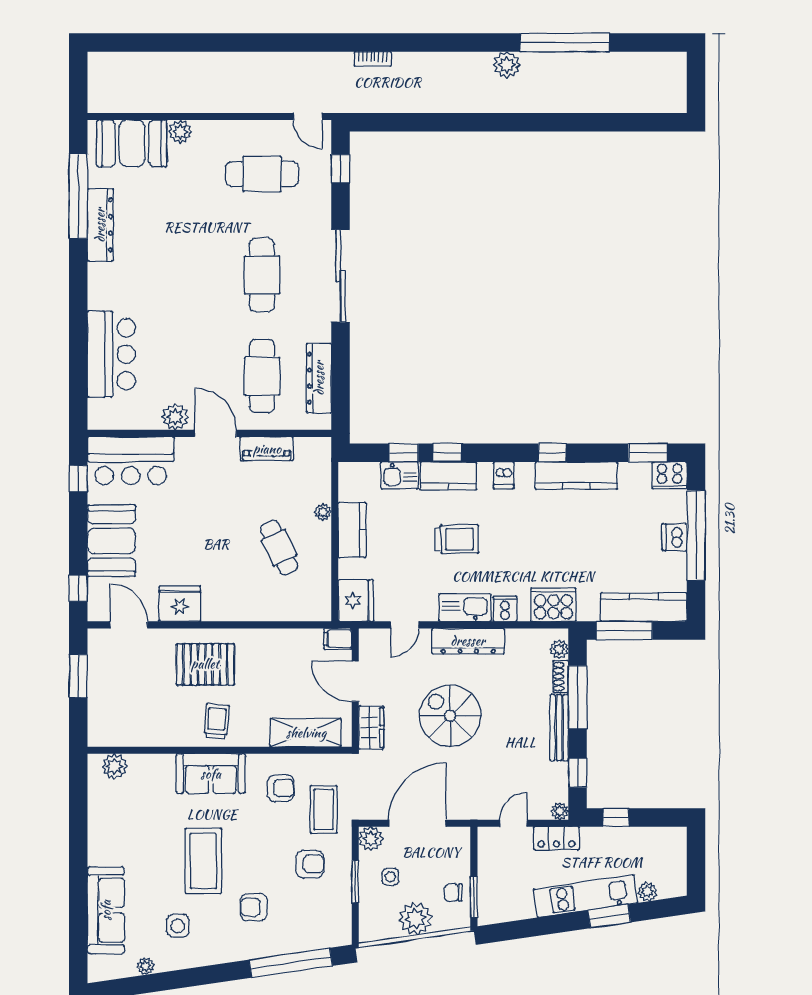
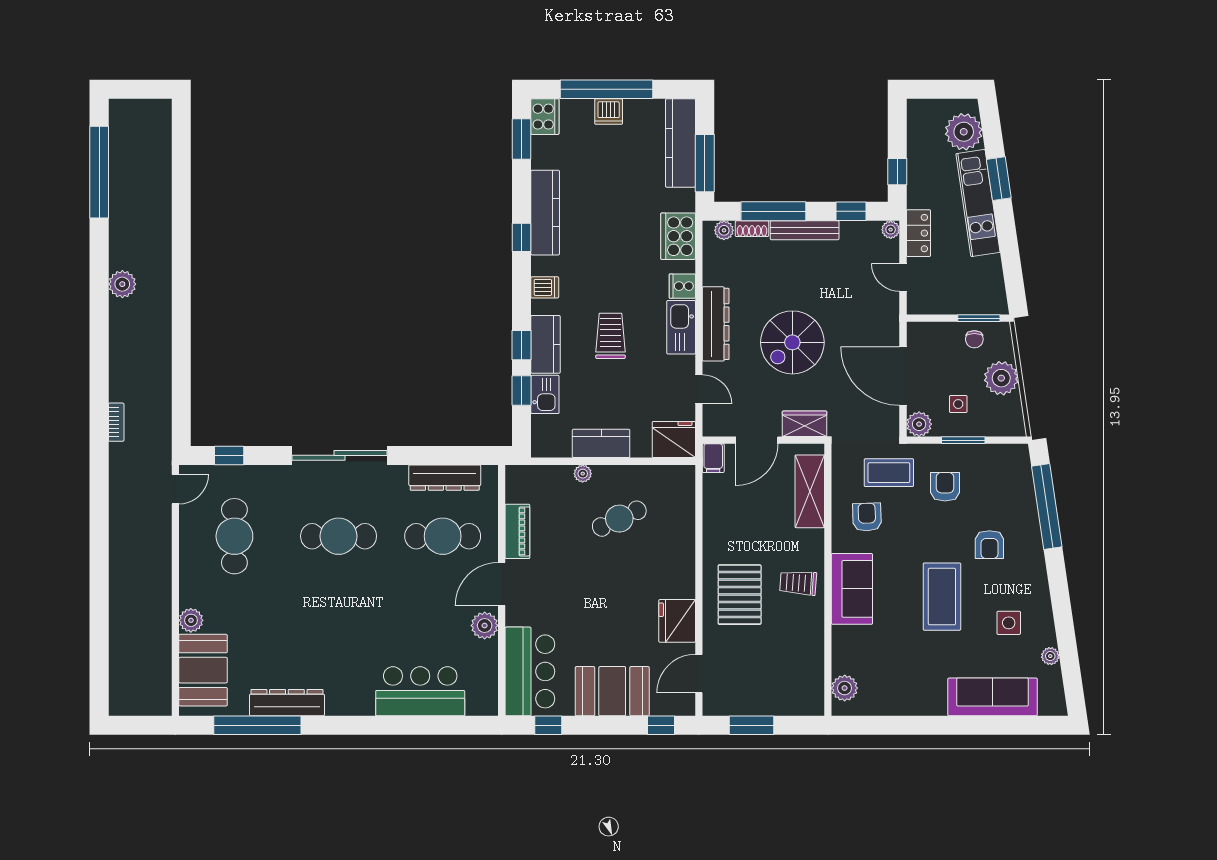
window: (565, 42) -> (99, 172), moved
coffee table: (203, 861) -> (942, 597), turned 90
plant: (648, 892) -> (964, 132), width x1.87, depth x1.87

